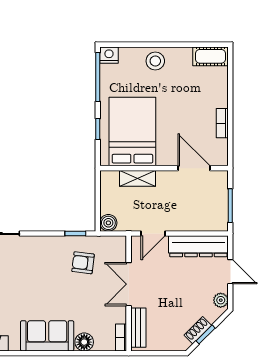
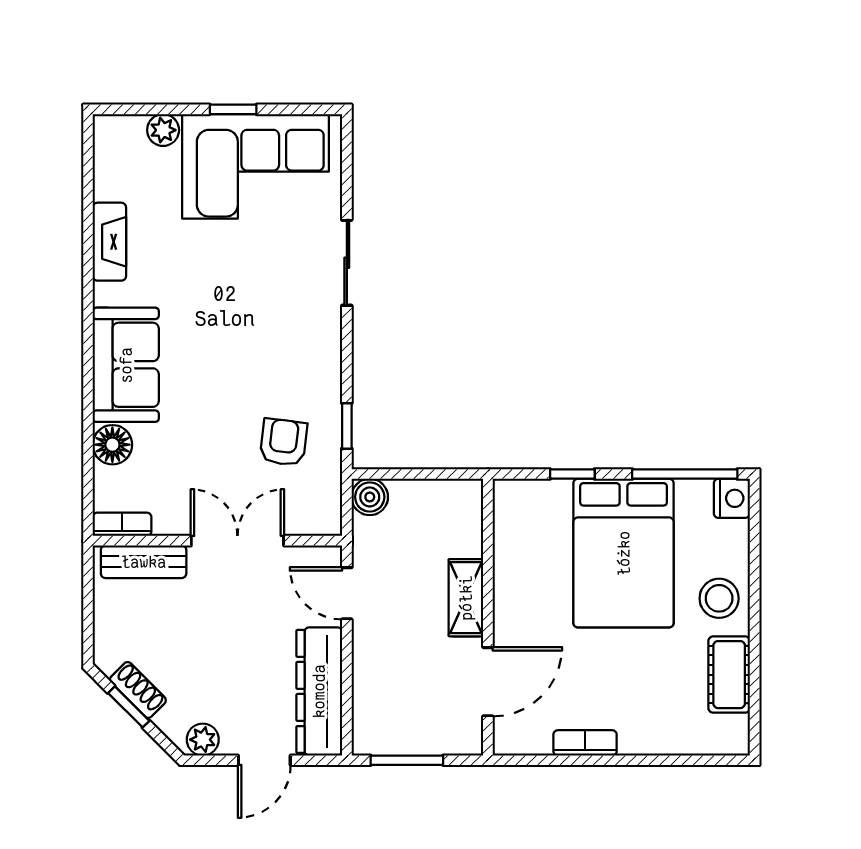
cot: (210, 56) -> (729, 675), moved
bed: (132, 131) -> (624, 553), moved, turned 90
shelving: (137, 178) -> (466, 598), moved

